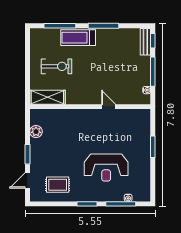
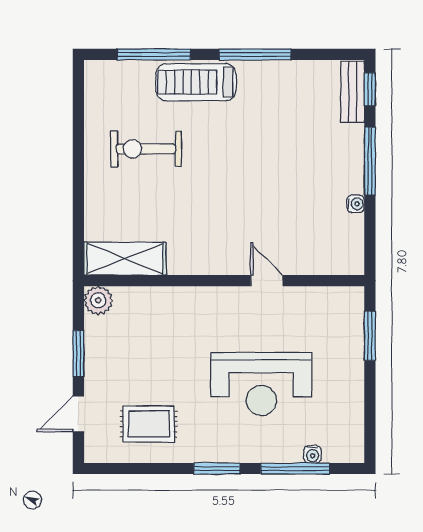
exercise bike: (56, 66) -> (146, 149), turned 180
shelving: (47, 97) -> (125, 259), moved
wall: (90, 107) -> (224, 281), moved
door: (109, 107) -> (267, 281), moved

